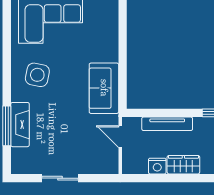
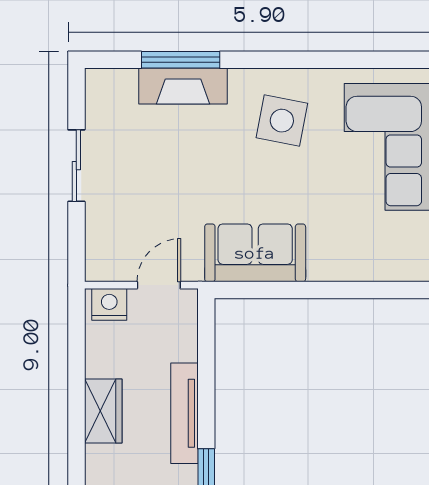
tv unit: (167, 124) -> (184, 413), moved
nightstand: (157, 166) -> (109, 304), moved, turned 90

